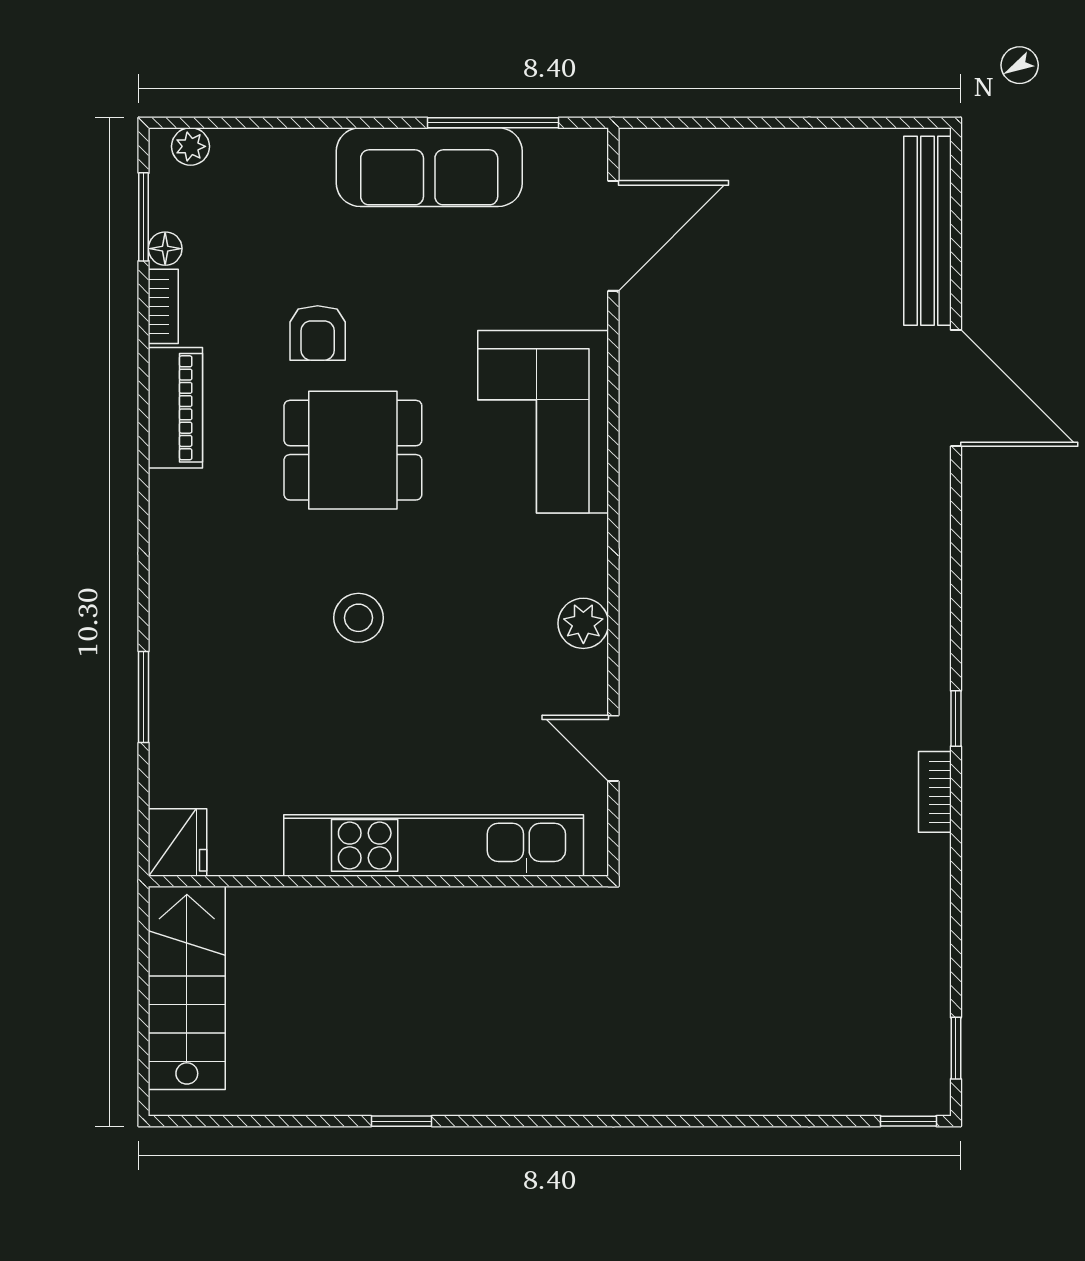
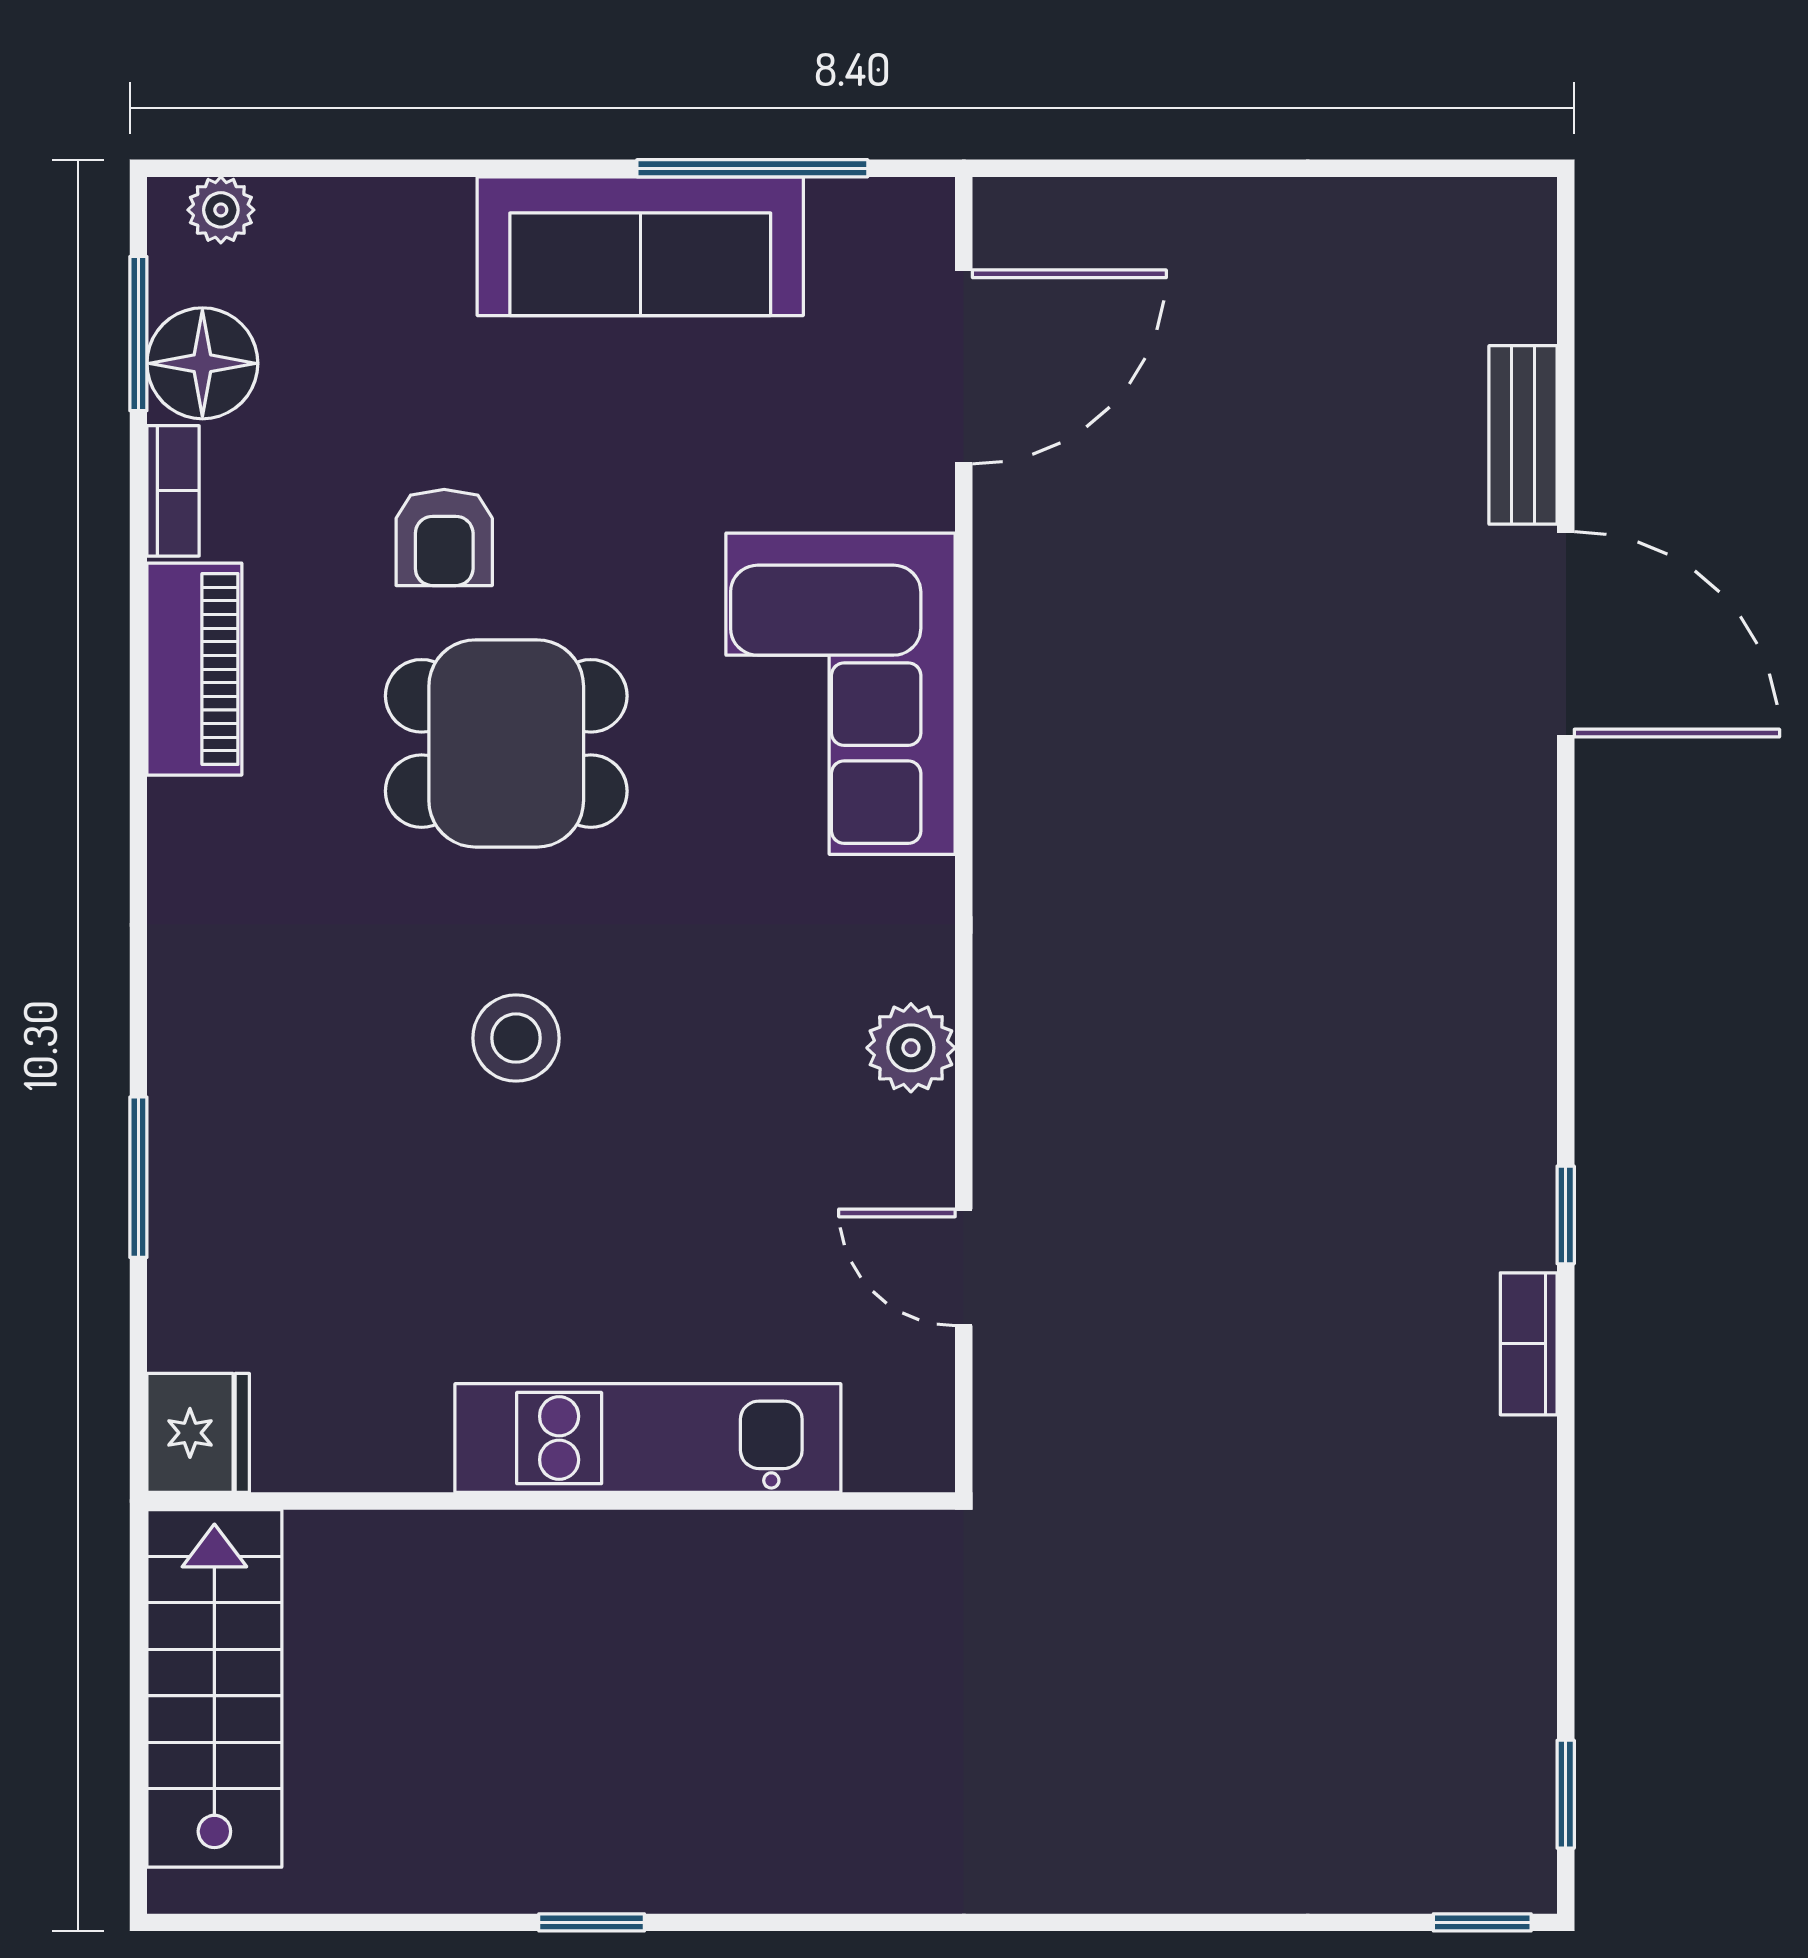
bench: (928, 231) -> (1523, 435), width x0.54, depth x0.82
floor lamp: (165, 249) -> (202, 363), width x1.89, depth x1.89
kitchen unit: (434, 845) -> (648, 1438), width x0.73

